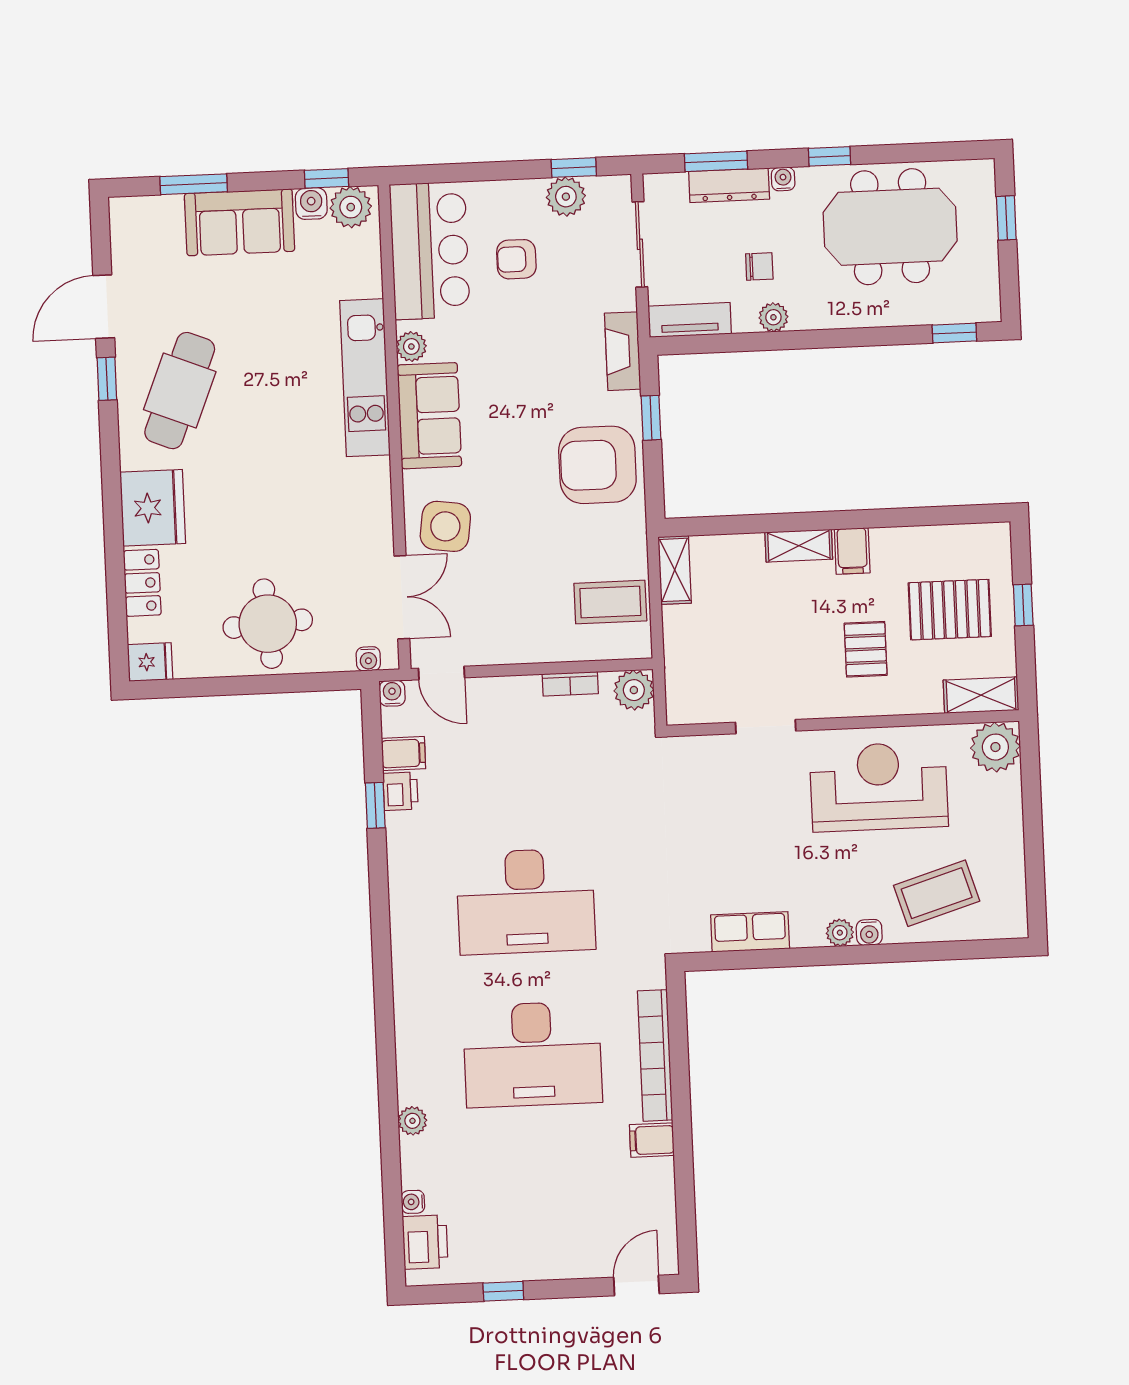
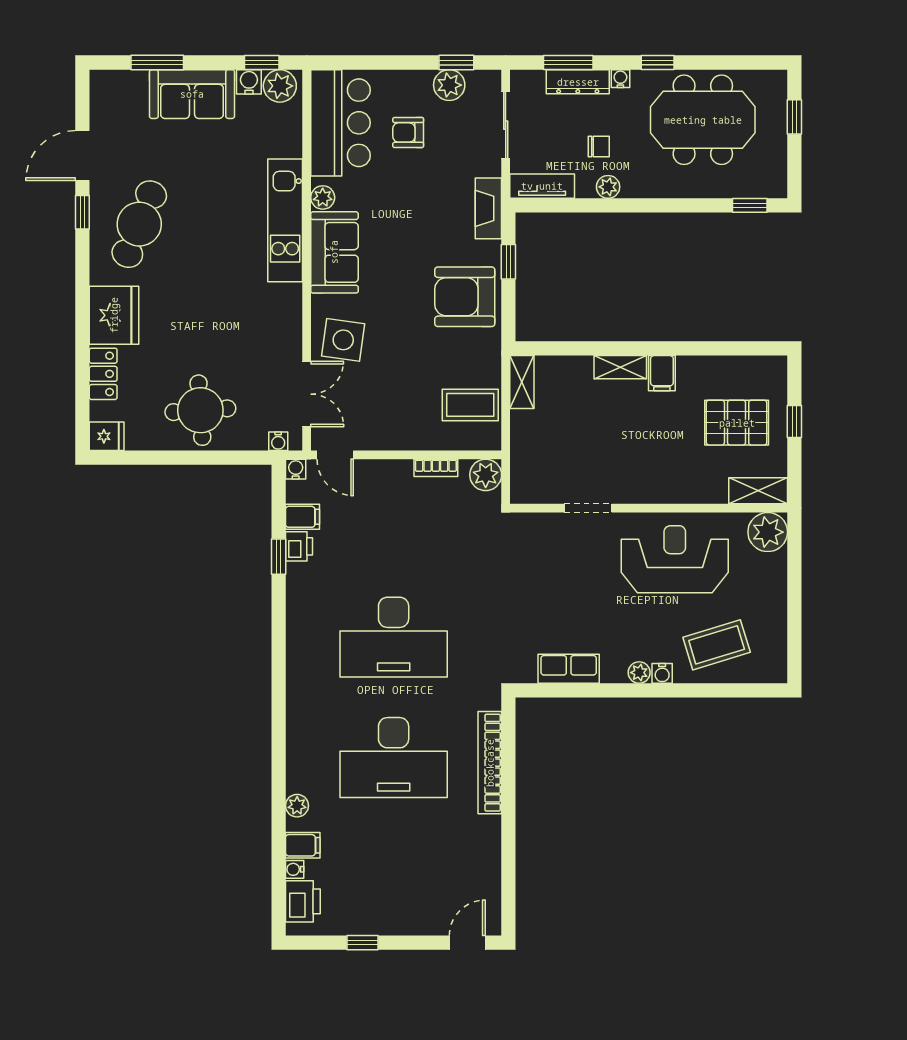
pallet: (866, 649) -> (669, 451), removed
filing cabinet: (652, 1140) -> (303, 845), moved, turned 180

